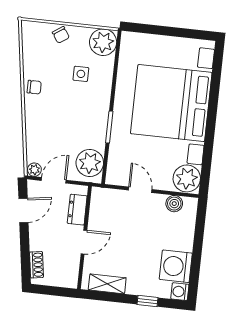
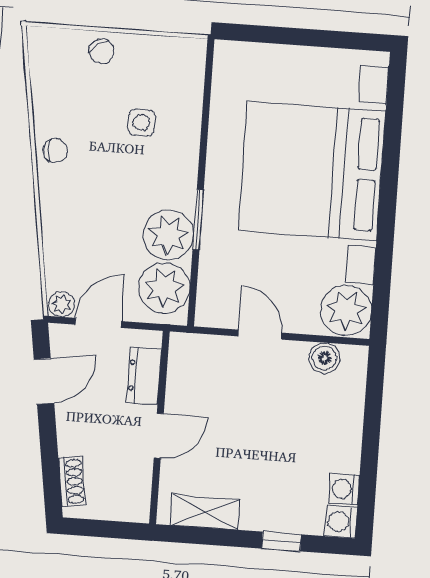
plant: (103, 42) -> (168, 235), moved
washing machine: (176, 266) -> (344, 489), width x0.53, depth x0.53

